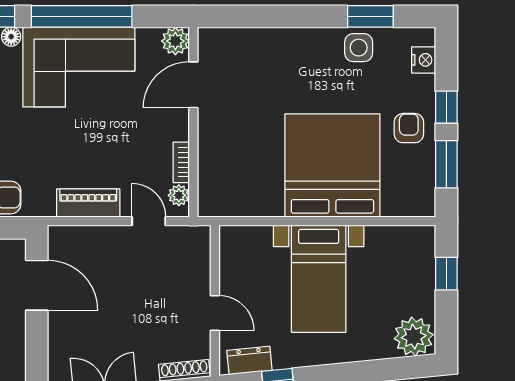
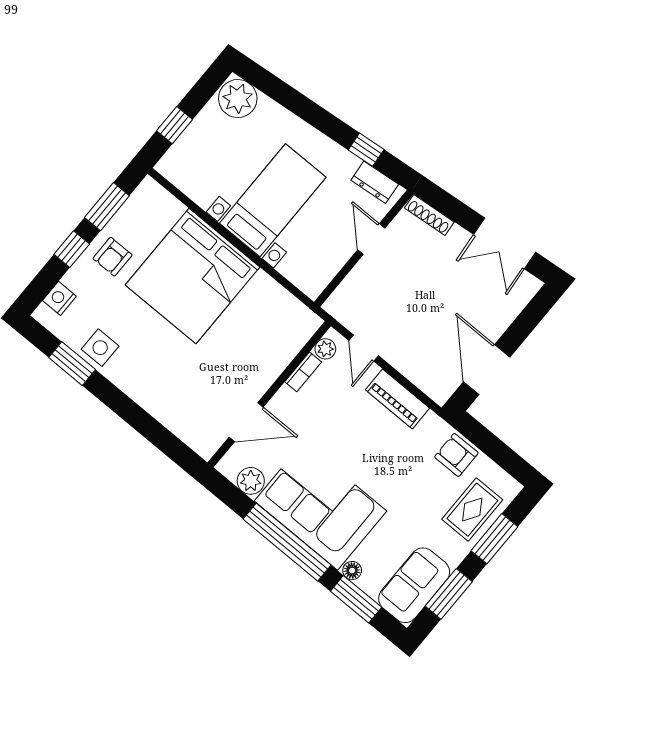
plant: (175, 41) -> (251, 481), moved

